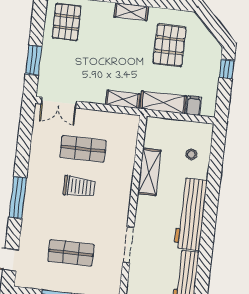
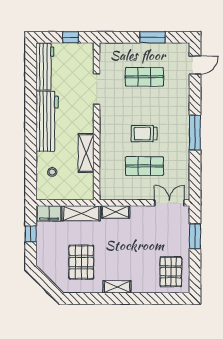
window: (227, 69) -> (31, 234), moved
filing cabinet: (194, 106) -> (49, 213), width x2.00
window: (18, 197) -> (195, 133), moved

